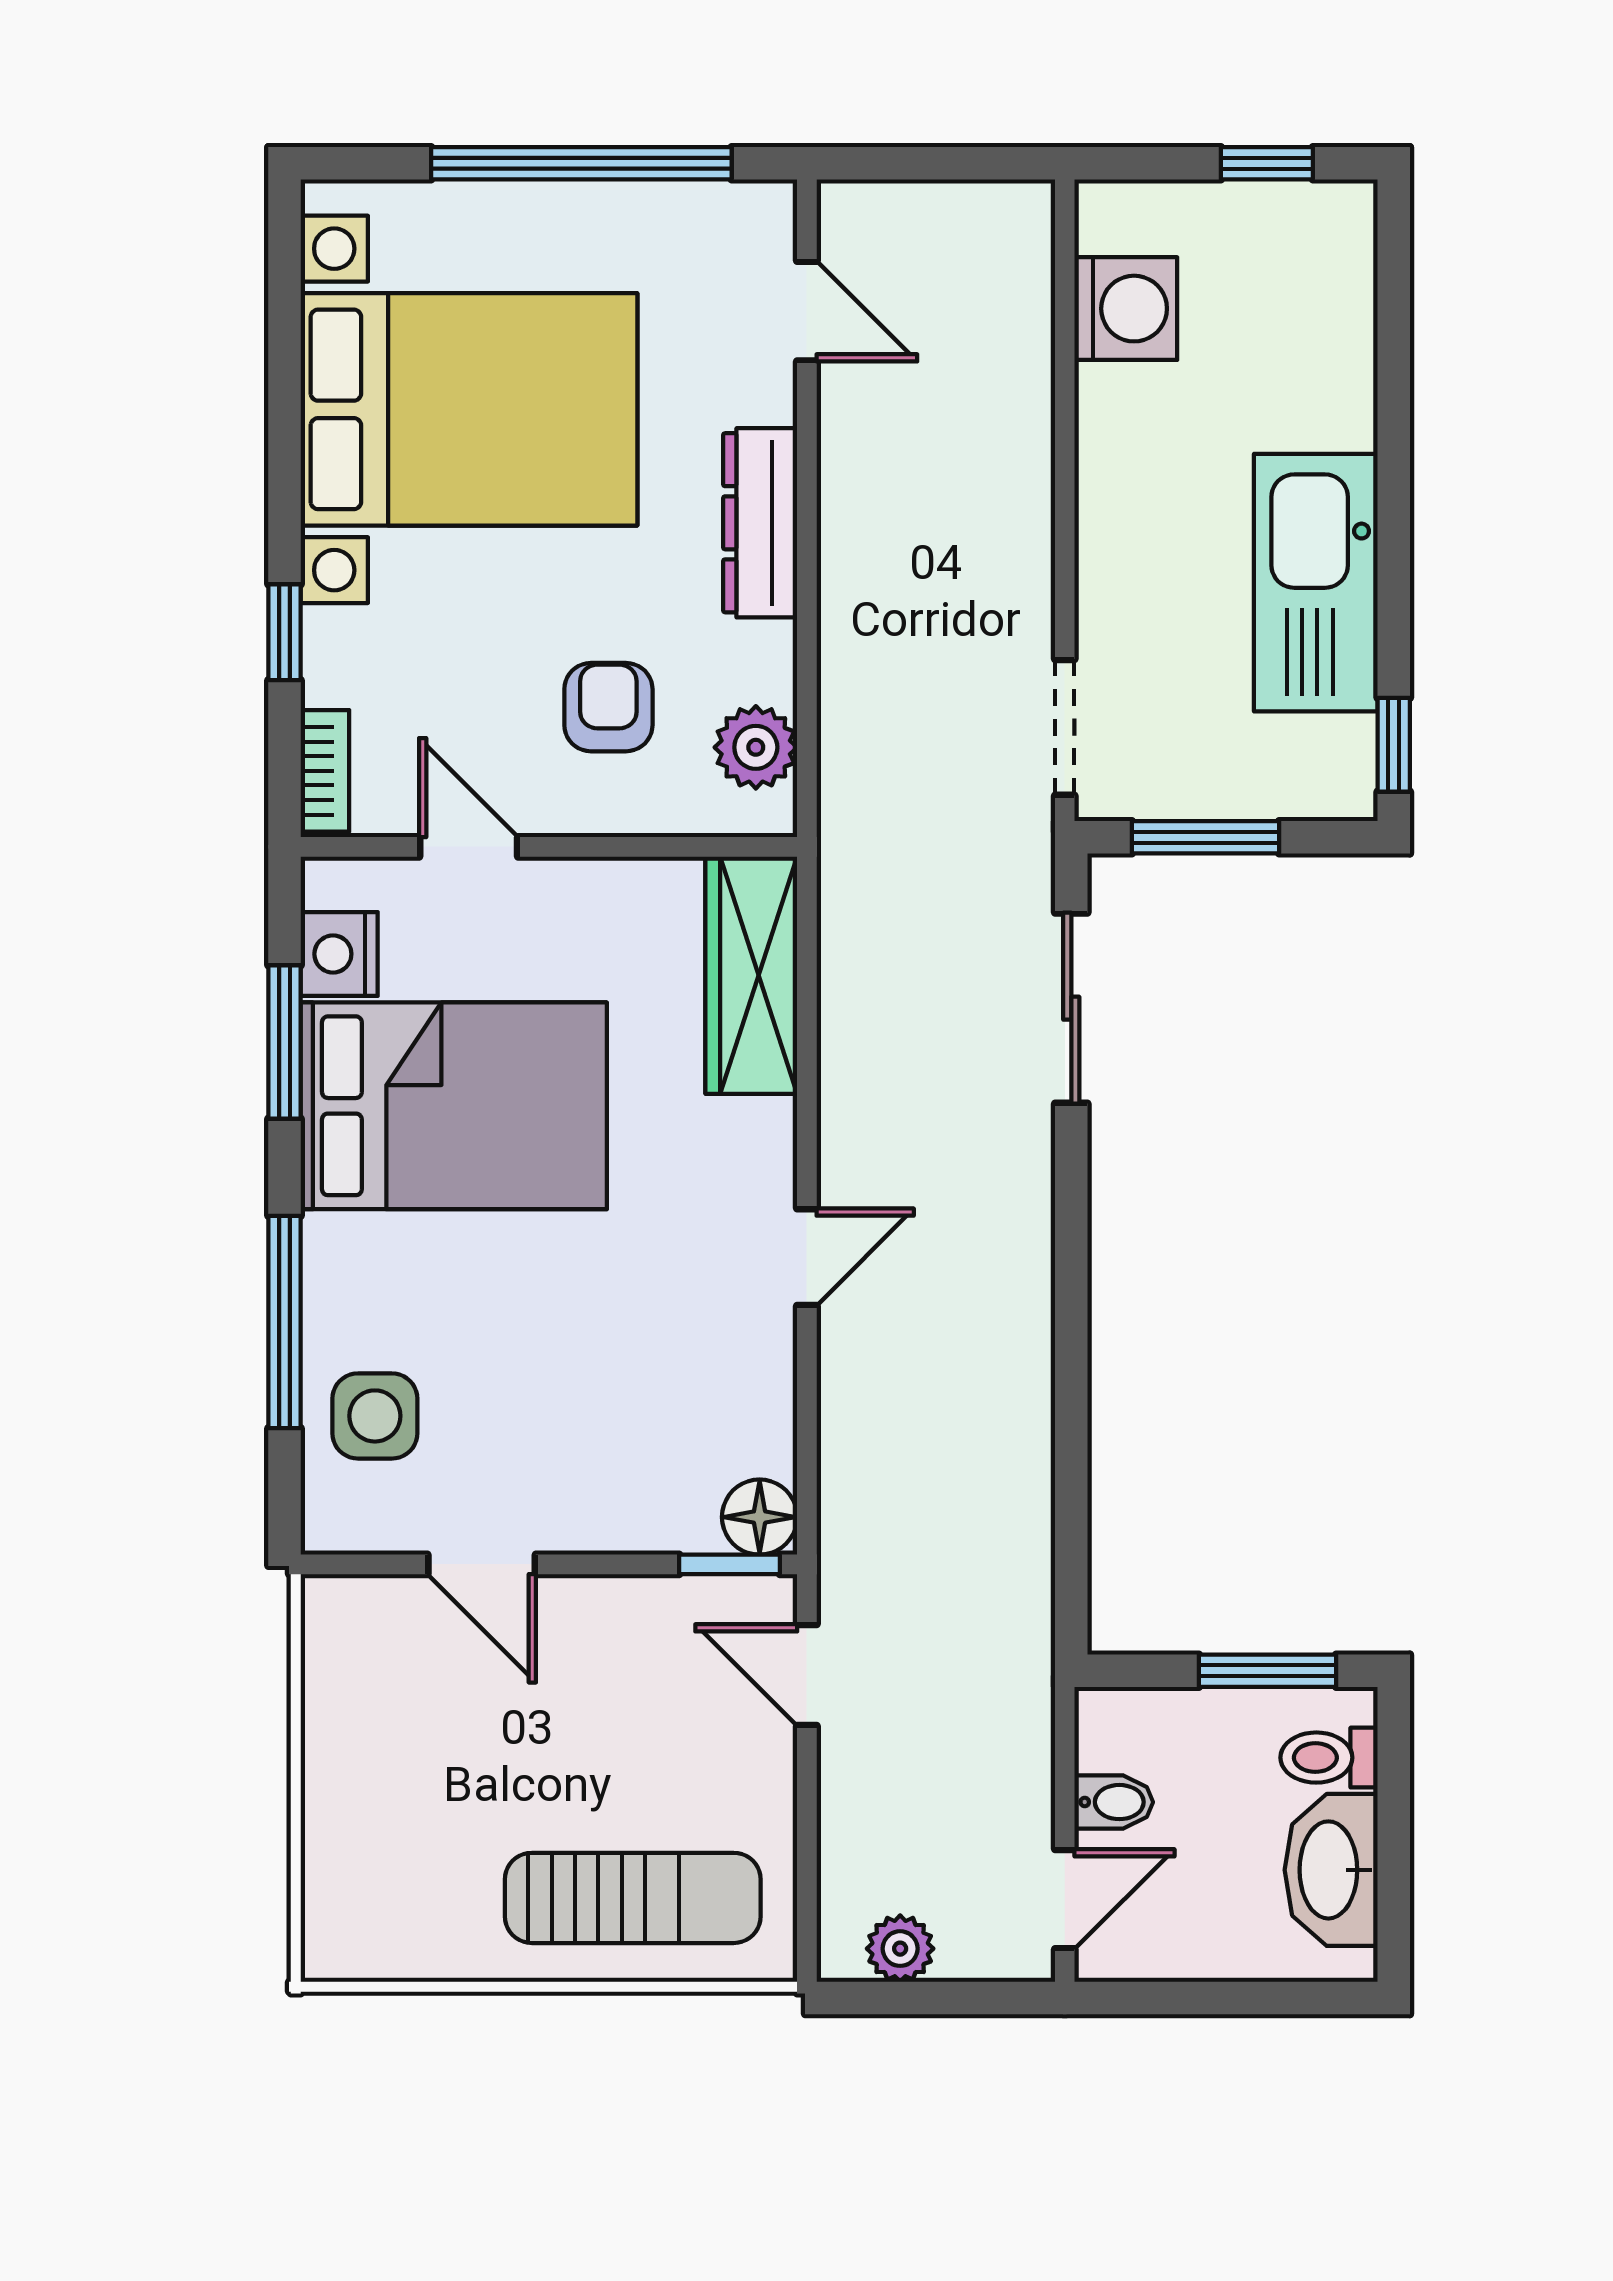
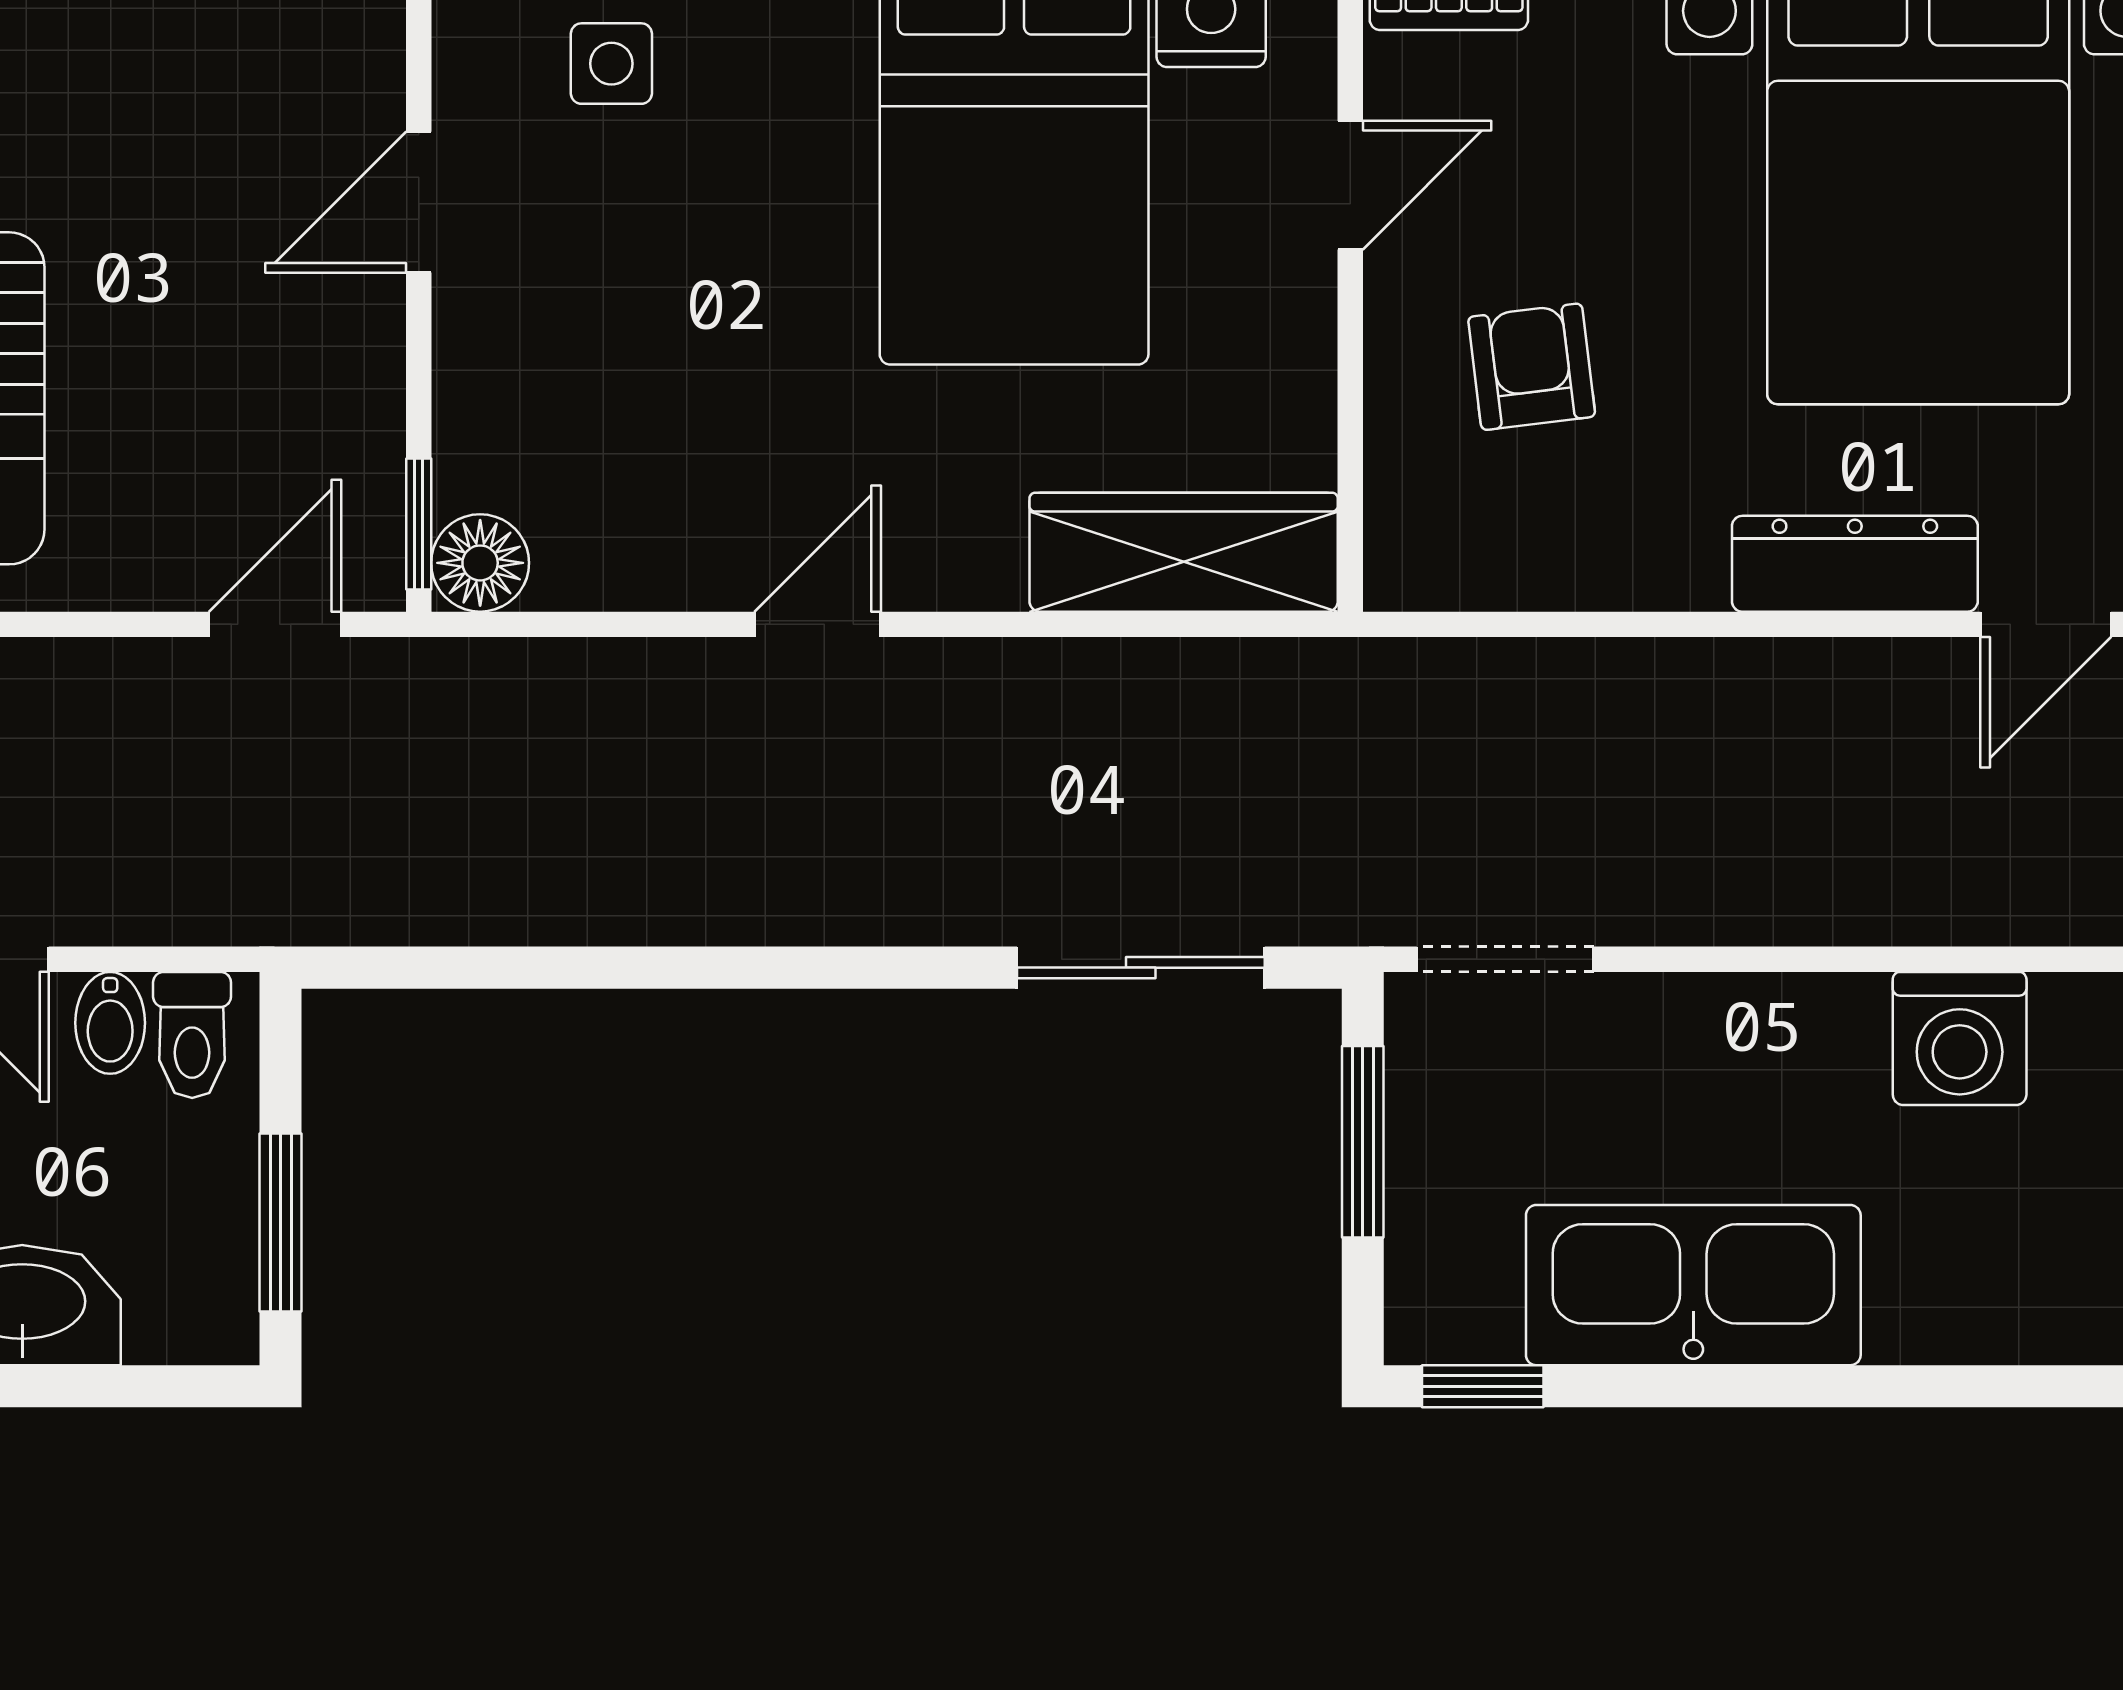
washing machine: (1126, 309) -> (1960, 1039), moved
dresser: (760, 523) -> (1855, 564), moved
armchair: (608, 707) -> (1532, 367), turned -97
plant: (756, 747) -> (1479, 558), removed
door: (807, 1257) -> (818, 624), swing flipped
side table: (375, 1416) -> (611, 64), width x0.73, depth x0.73
toilet: (1329, 1758) -> (192, 1035), moved, turned 180

